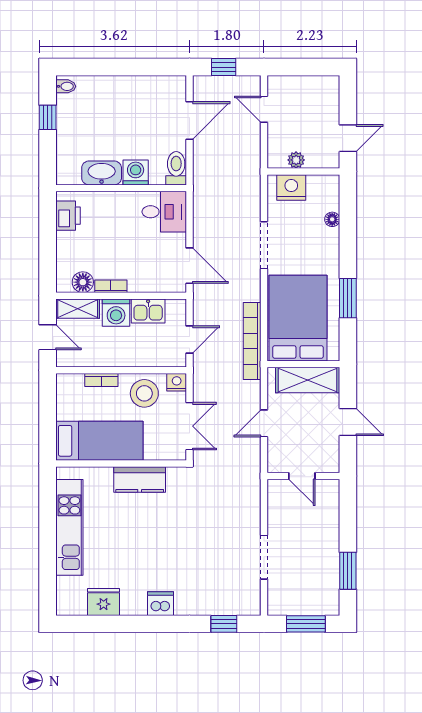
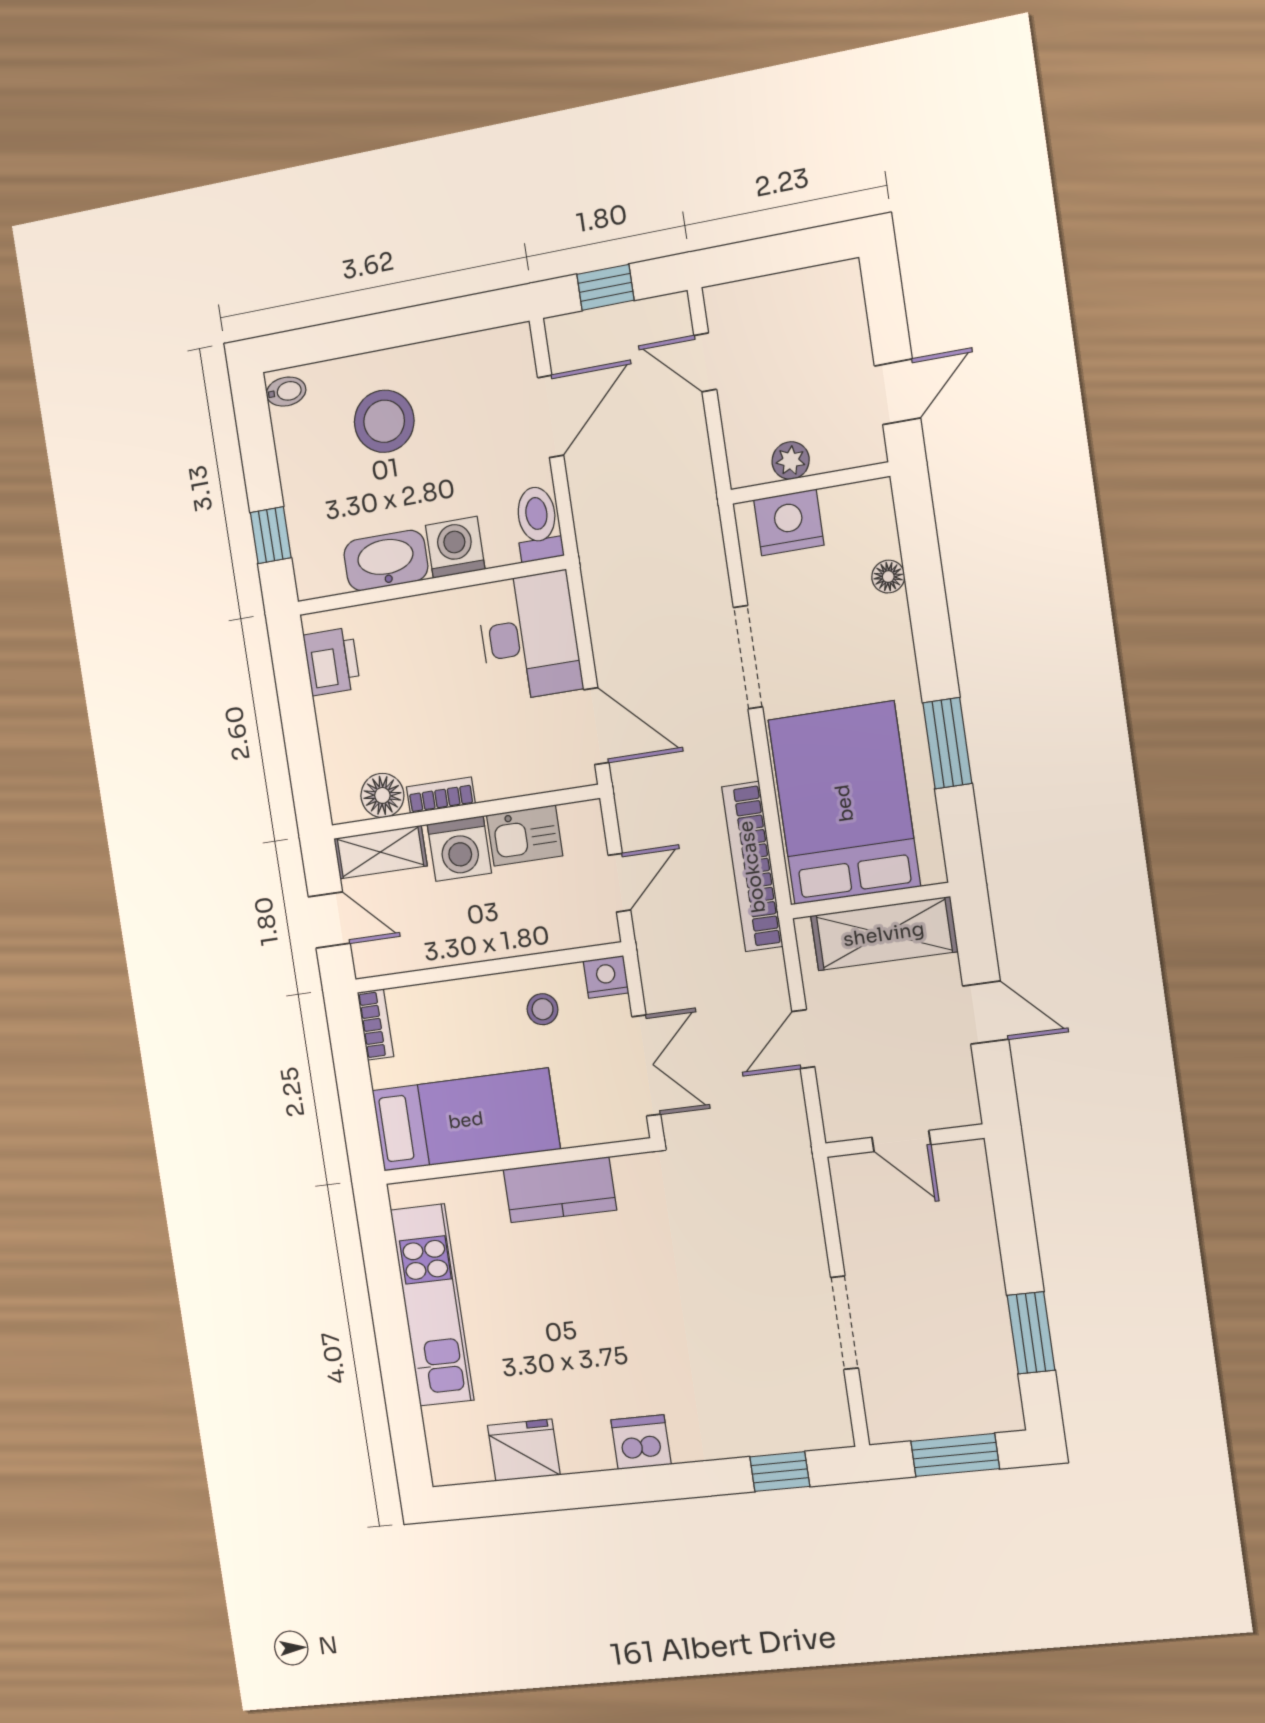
stool: (111, 109) -> (384, 421), added
window: (48, 117) -> (271, 535), moved
desk: (164, 212) -> (529, 637), width x1.37
bookcase: (101, 380) -> (375, 1024), moved, turned -90
stool: (144, 393) -> (543, 1009), width x0.53, depth x0.53

